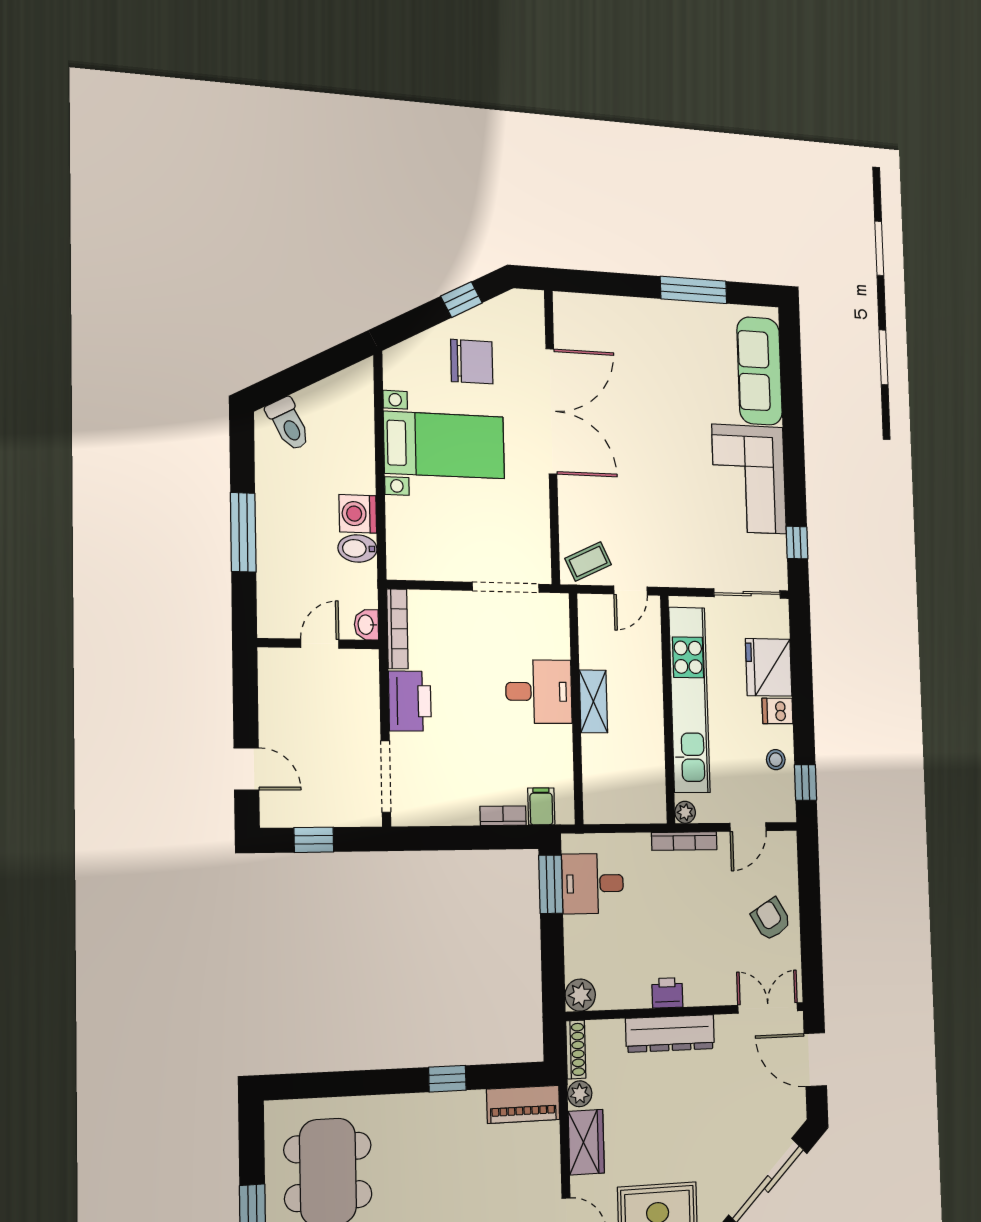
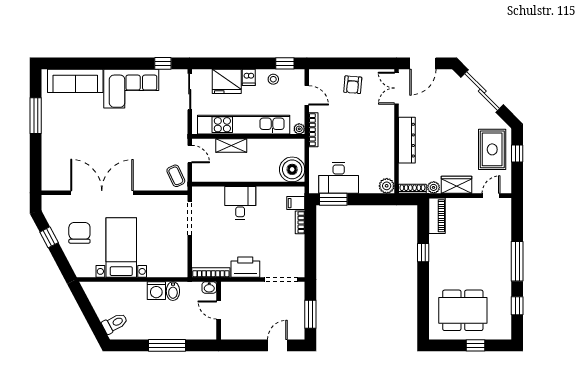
shelving: (593, 701) -> (231, 145), moved
boiler: (607, 798) -> (292, 169), added
window: (314, 840) -> (310, 314), width x1.50
desk: (593, 883) -> (339, 178), width x1.37
armchair: (771, 919) -> (353, 85), turned -54
printer: (667, 993) -> (387, 141), removed

